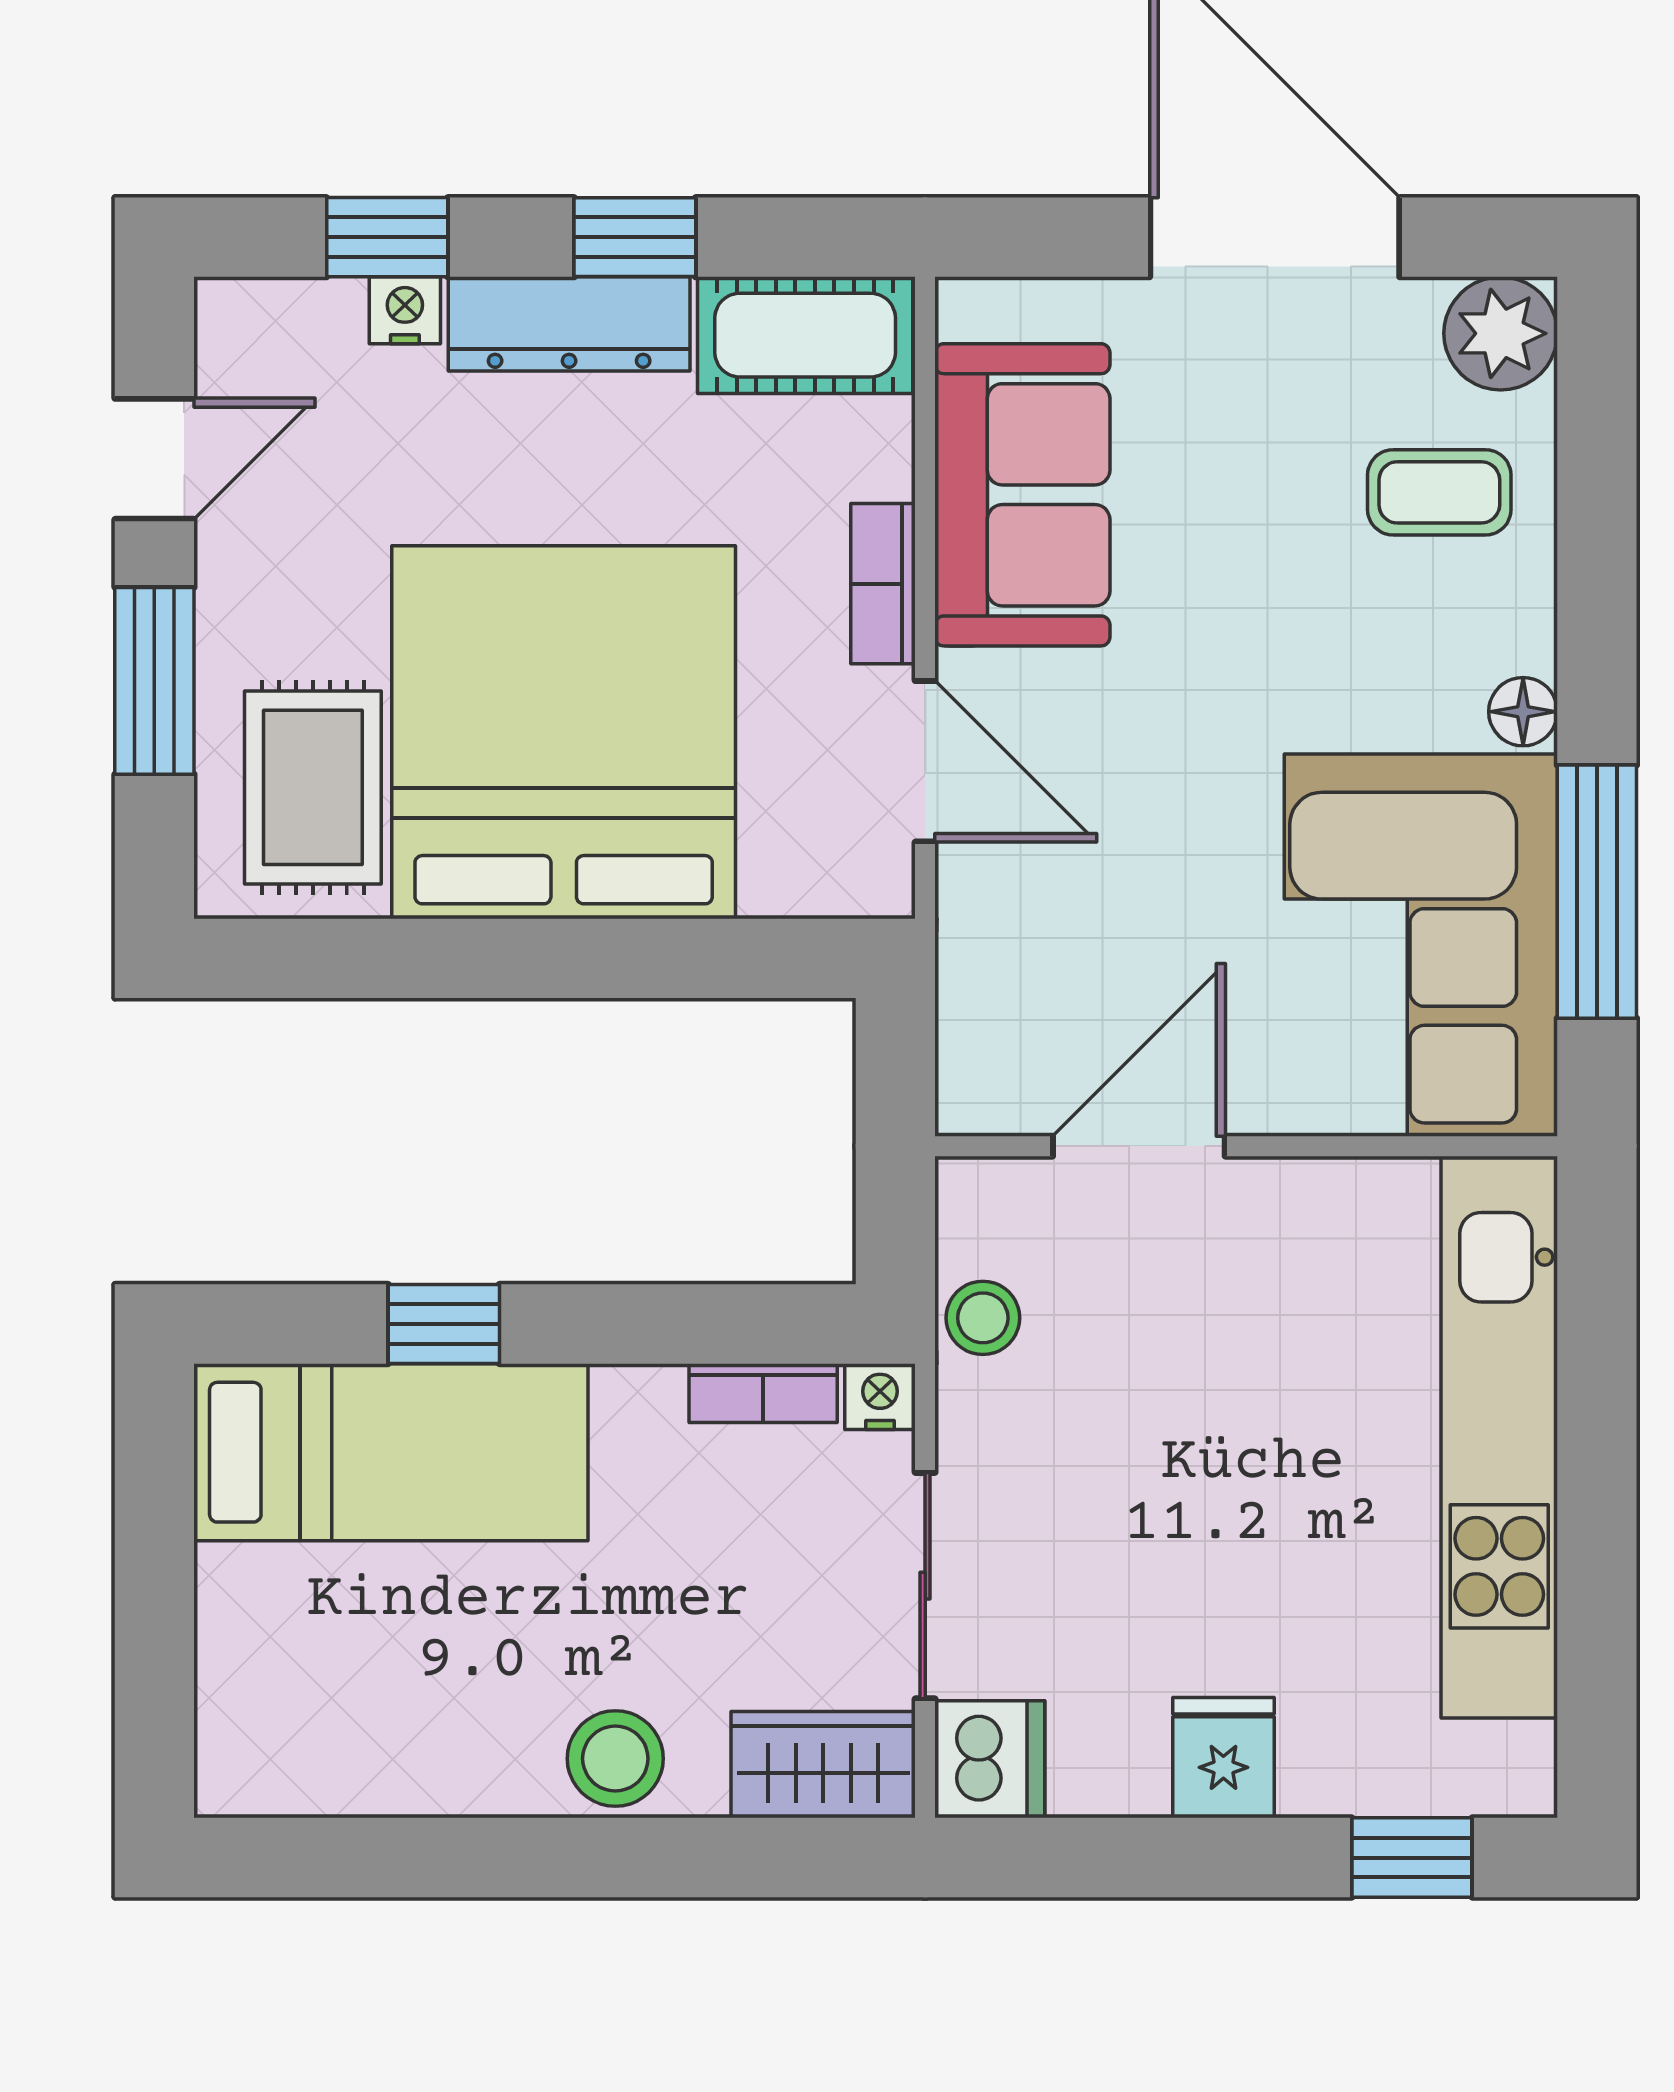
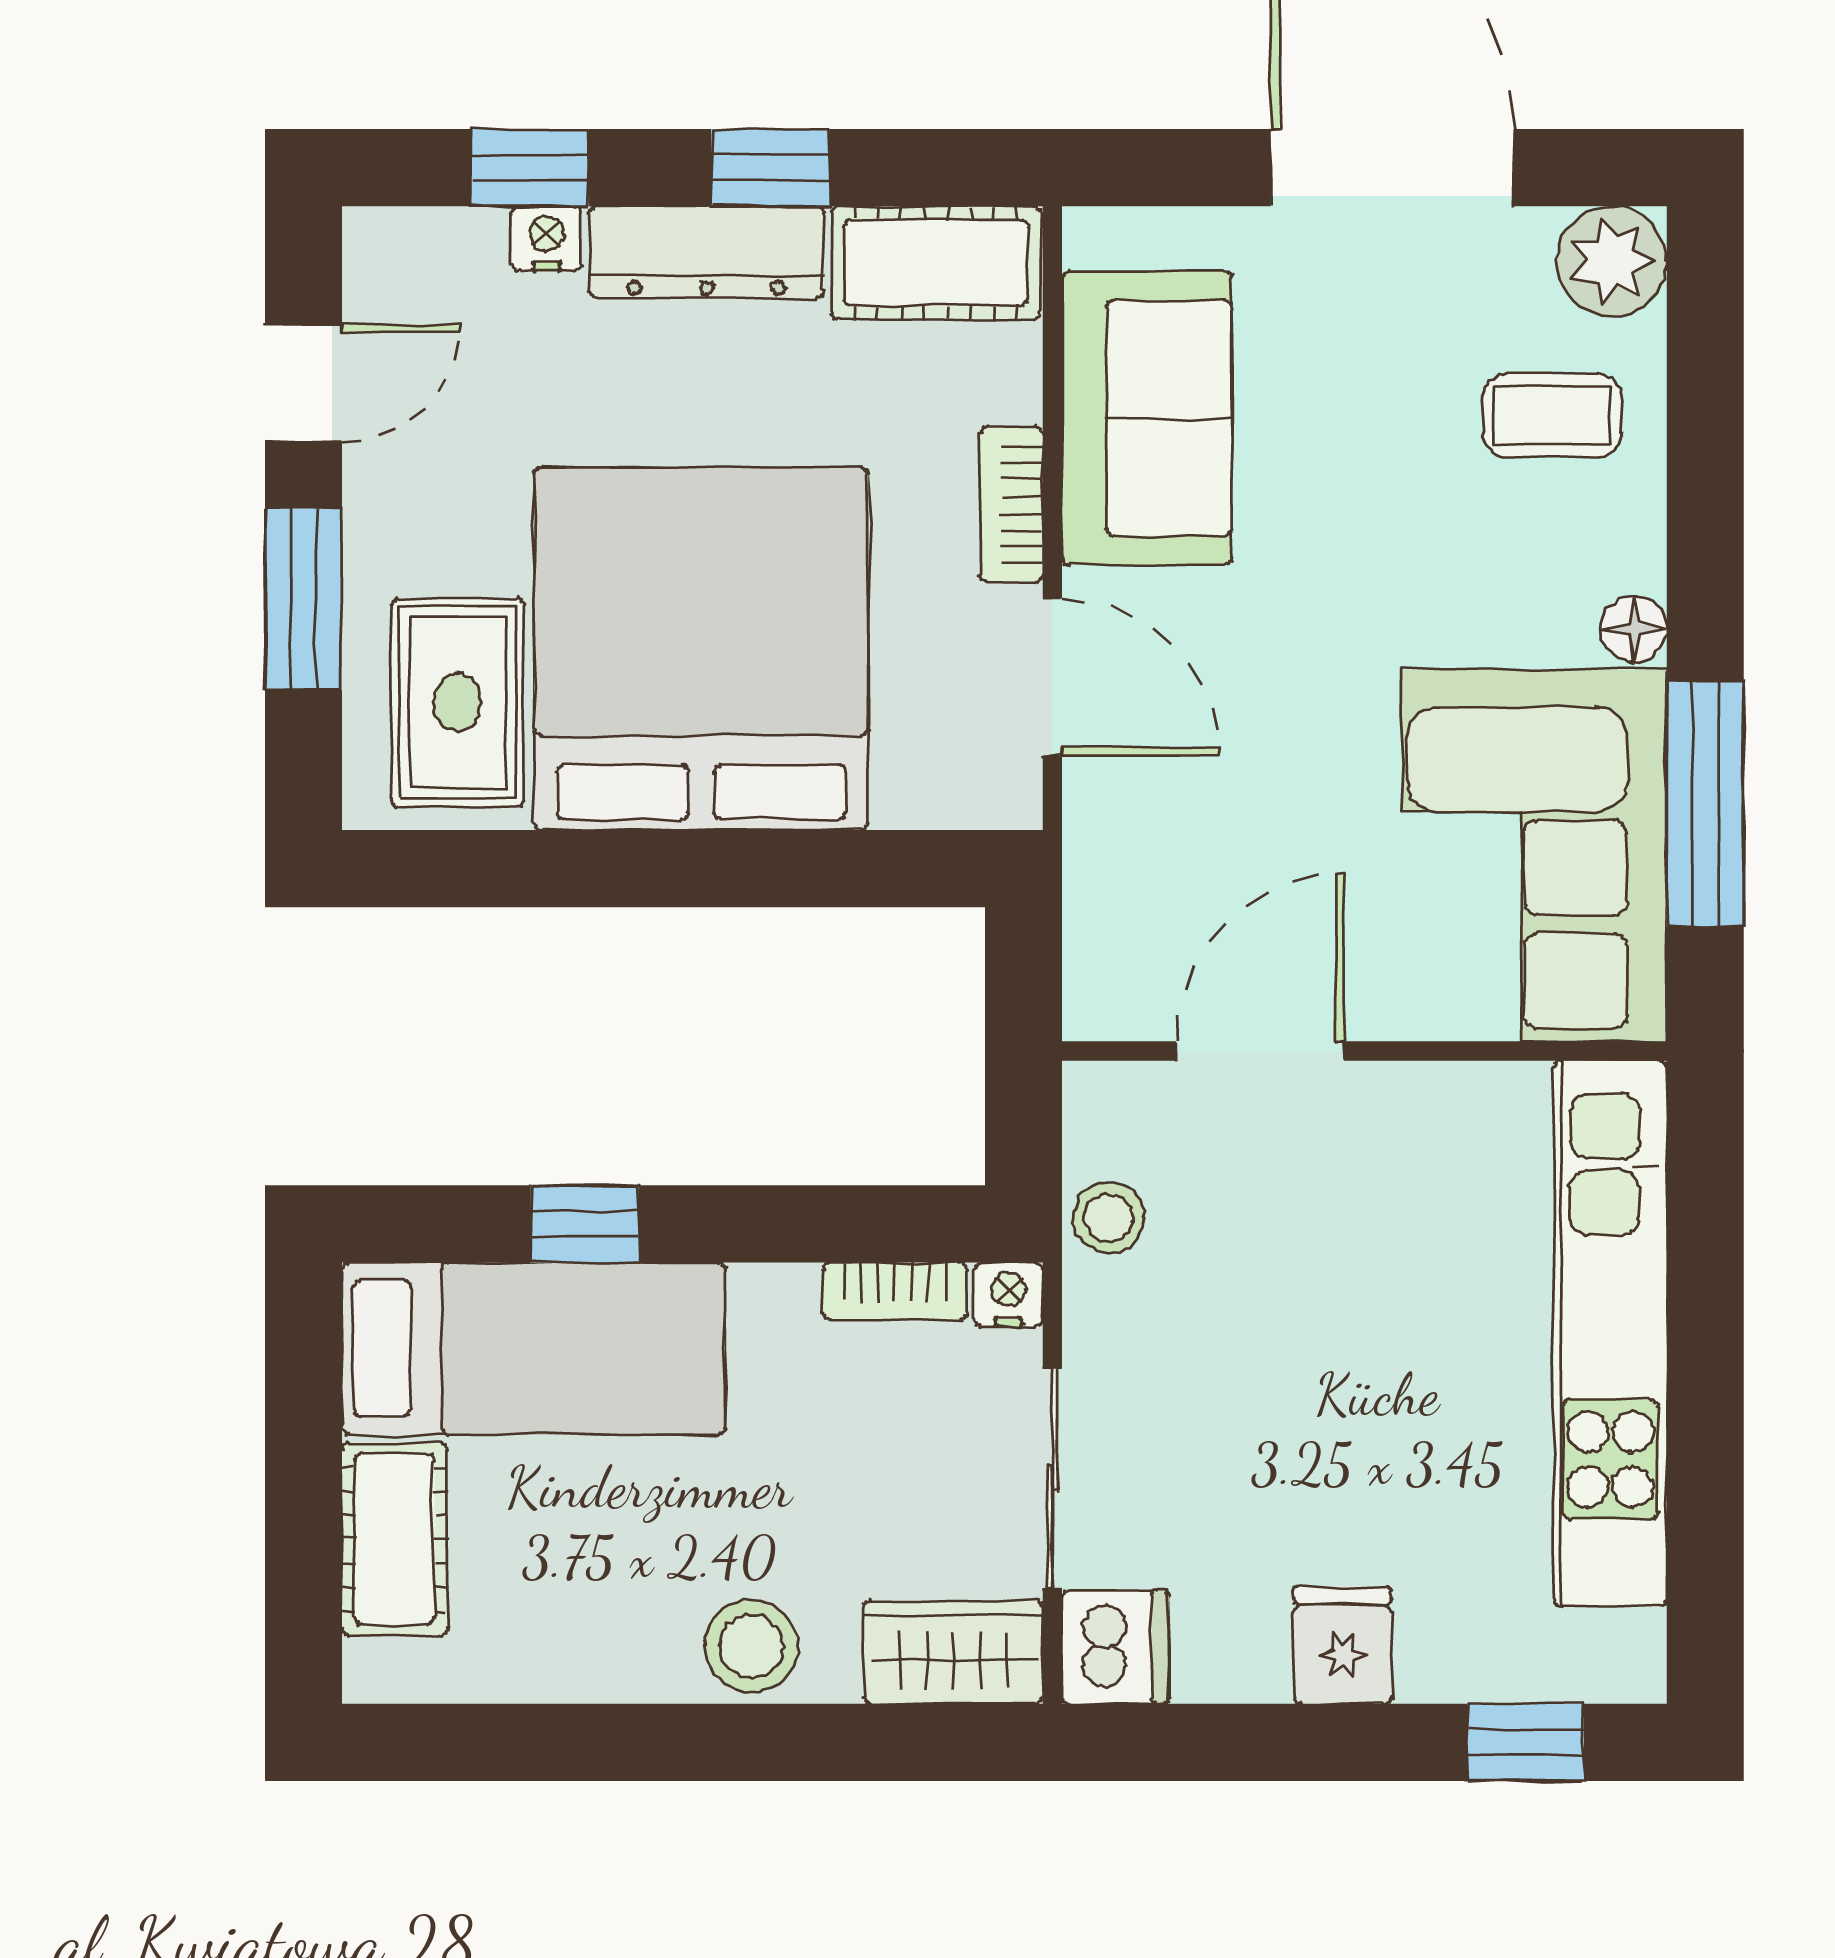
cot: (248, 1648) -> (394, 1539), added

